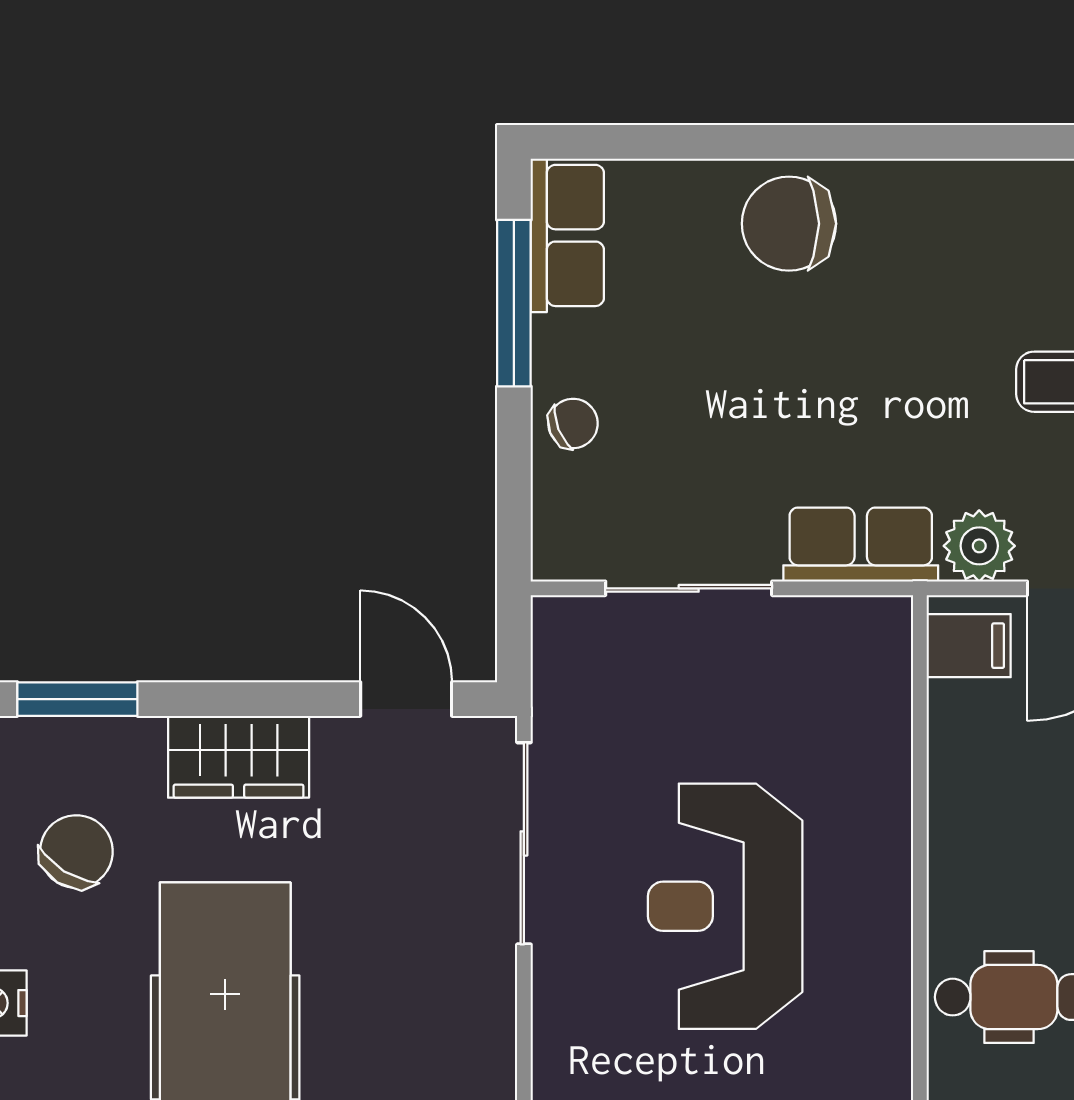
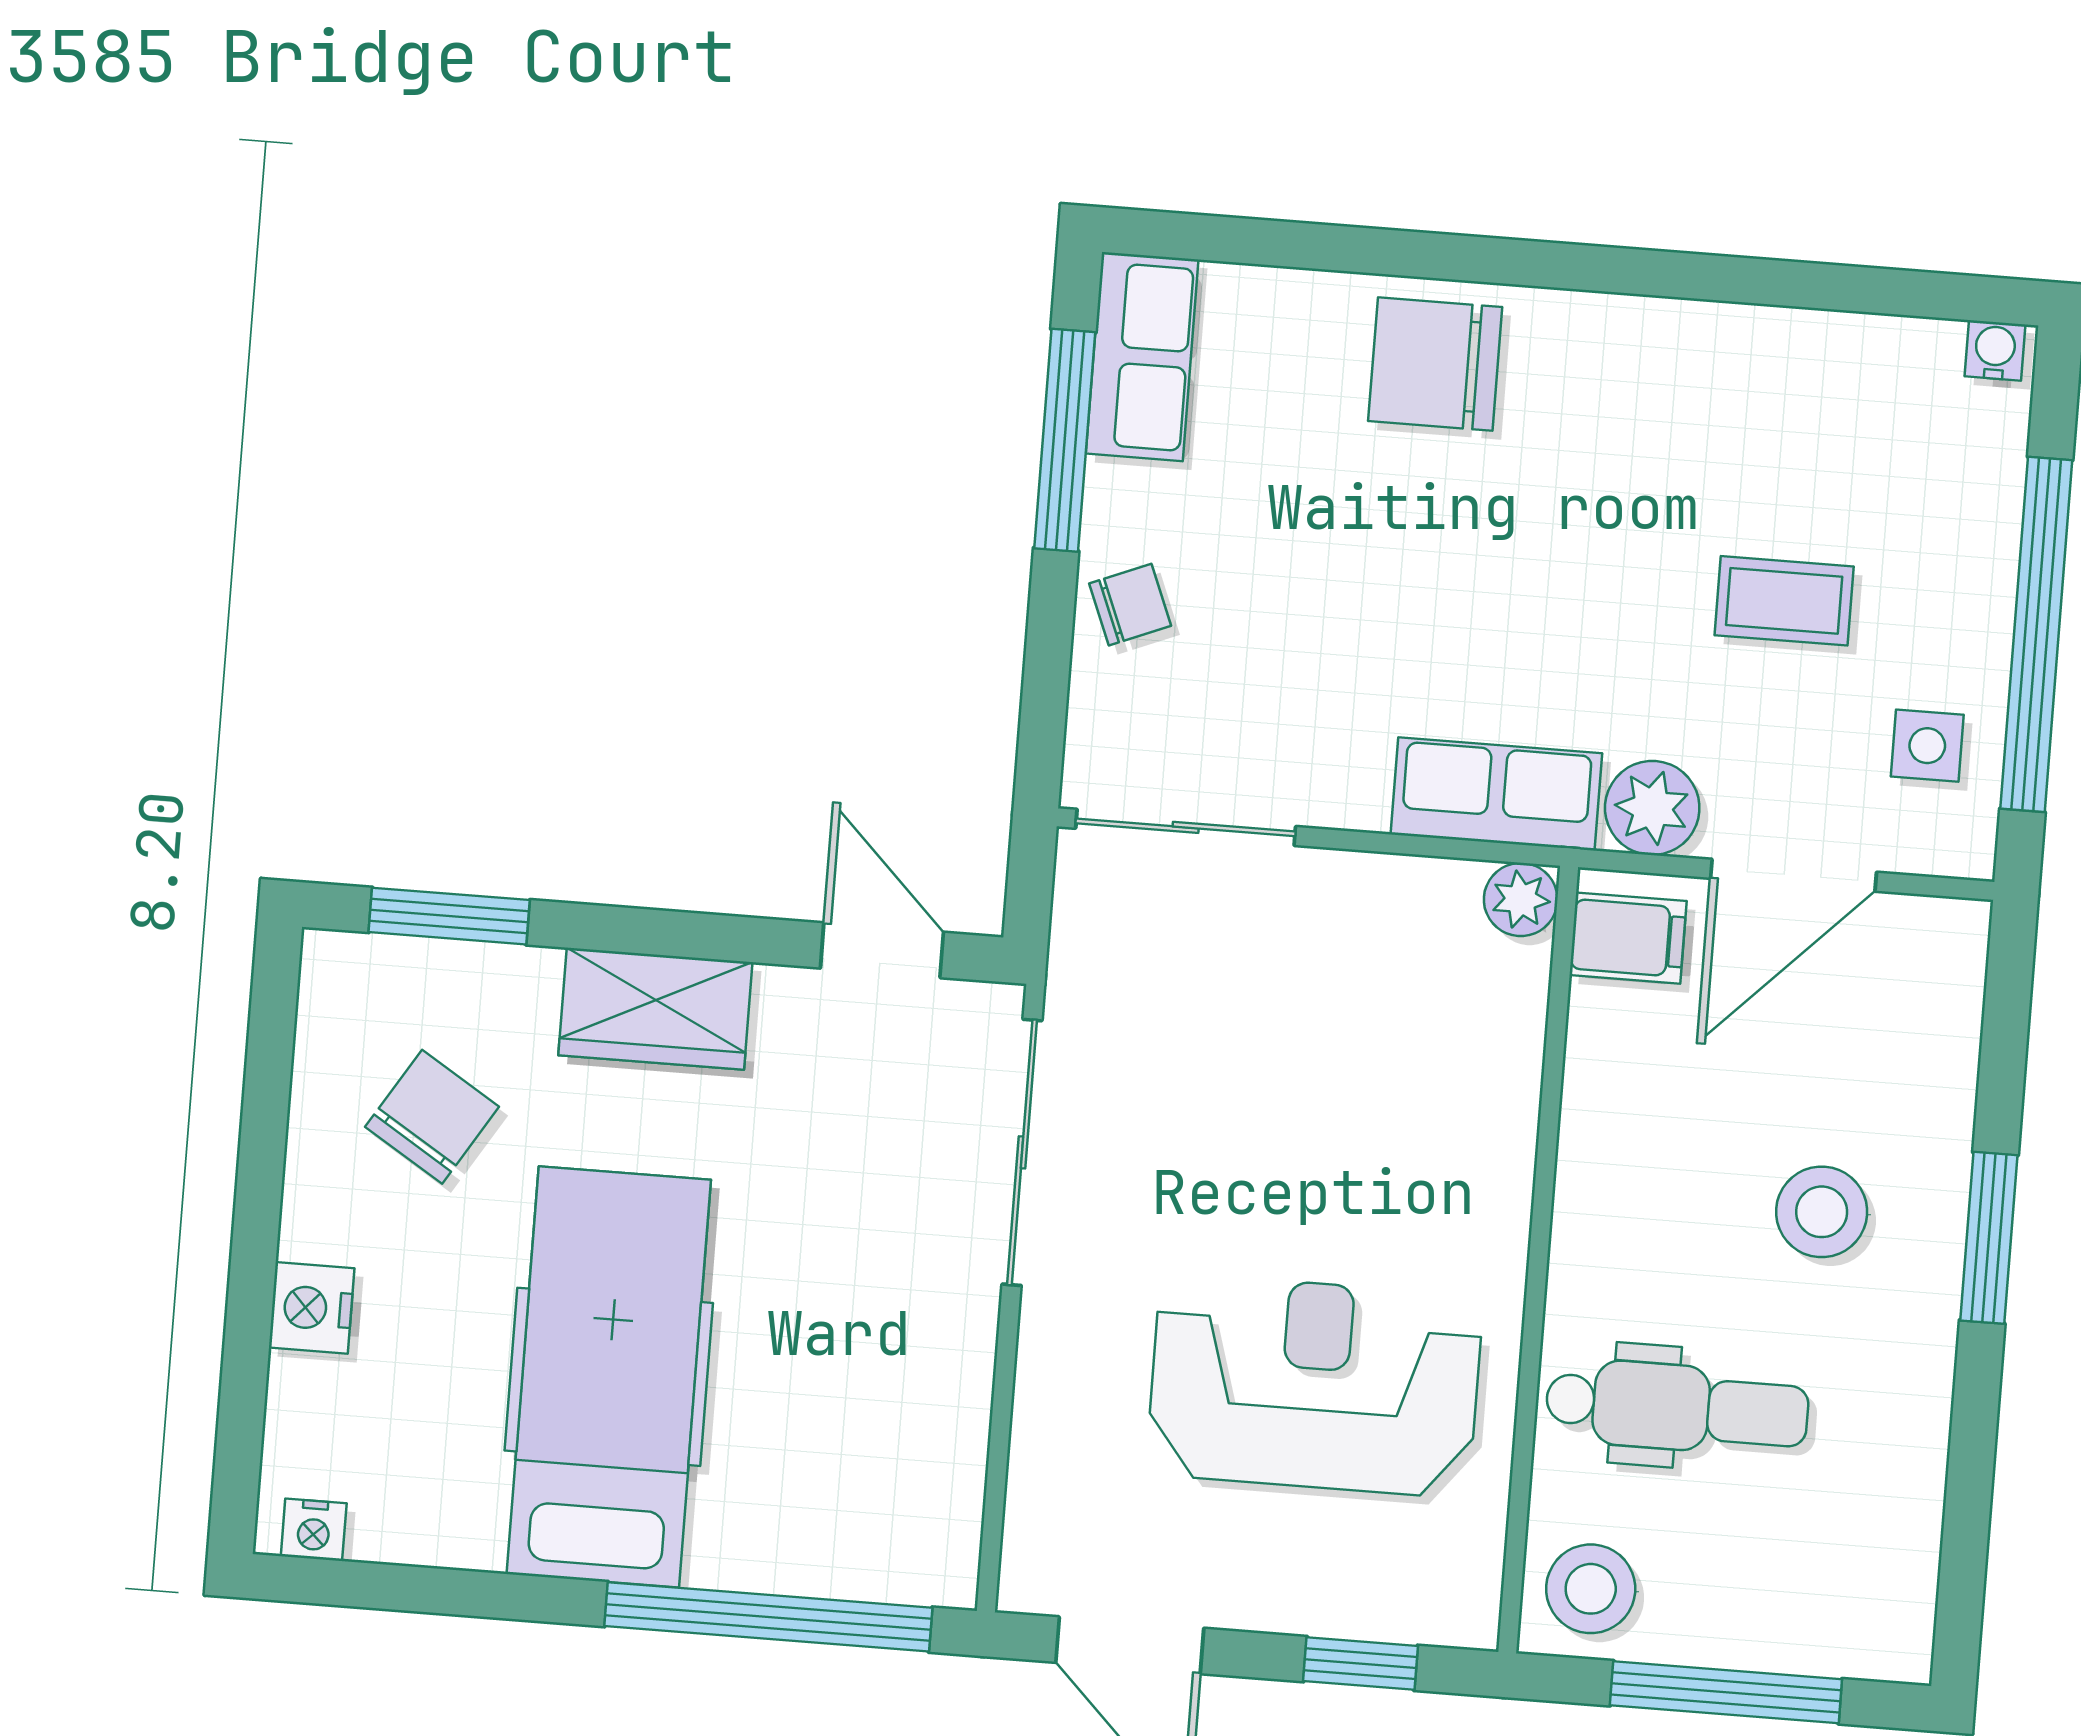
sliding door: (689, 588) -> (1186, 827), moved
plant: (885, 623) -> (1521, 899), added
reception desk: (725, 906) -> (1314, 1385), moved, turned 90

